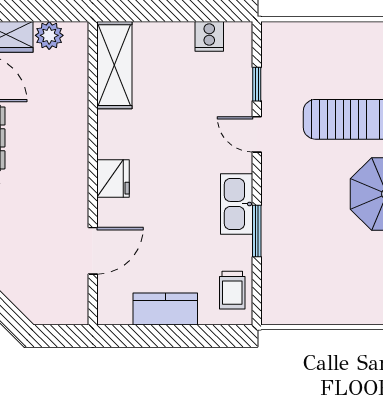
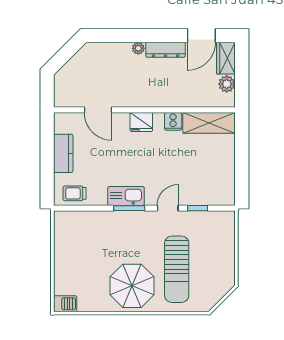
cooker: (209, 36) -> (173, 121), moved, turned -90
window: (257, 231) -> (129, 208), moved

